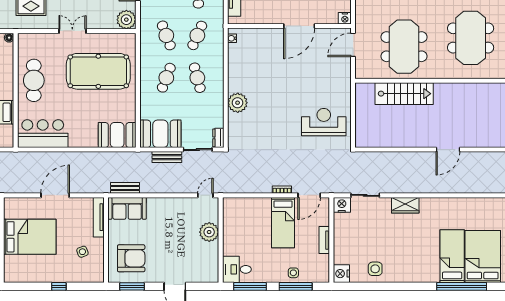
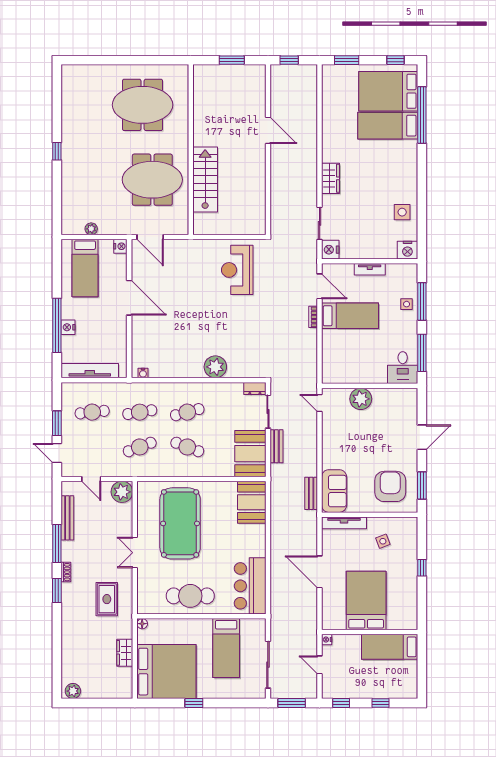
cafe table: (197, 35) -> (140, 412), turned -33

